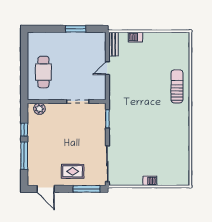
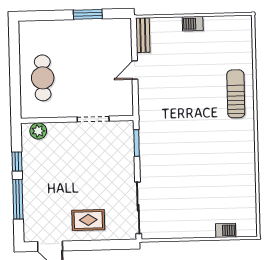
barbecue: (135, 37) -> (193, 24), moved
barbecue: (150, 181) -> (226, 230), moved
window: (87, 189) -> (109, 245), removed

